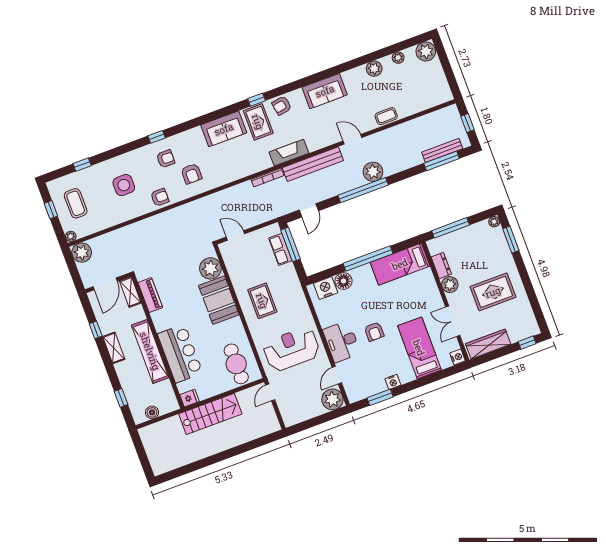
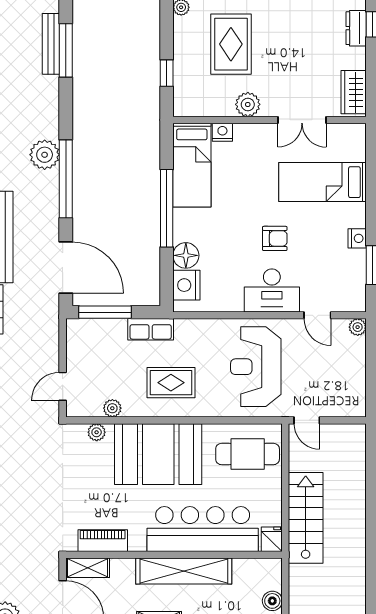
door: (309, 210) -> (66, 268), width x1.88
window: (451, 228) -> (167, 73), width x0.46
row of seats: (280, 249) -> (151, 329), moved
dresser: (441, 266) -> (356, 28), moved, turned -90
plant: (210, 268) -> (97, 432), width x0.53, depth x0.53
plant: (233, 271) -> (112, 408), added
rug: (493, 292) -> (231, 44), moved
booth: (219, 300) -> (158, 454), width x1.36, depth x1.42
wardrobe: (488, 344) -> (354, 92), width x0.67
bar counter: (180, 353) -> (203, 529), width x1.36
nightstand: (458, 357) -> (222, 132), moved
plant: (332, 399) -> (358, 327), width x0.53, depth x0.53

